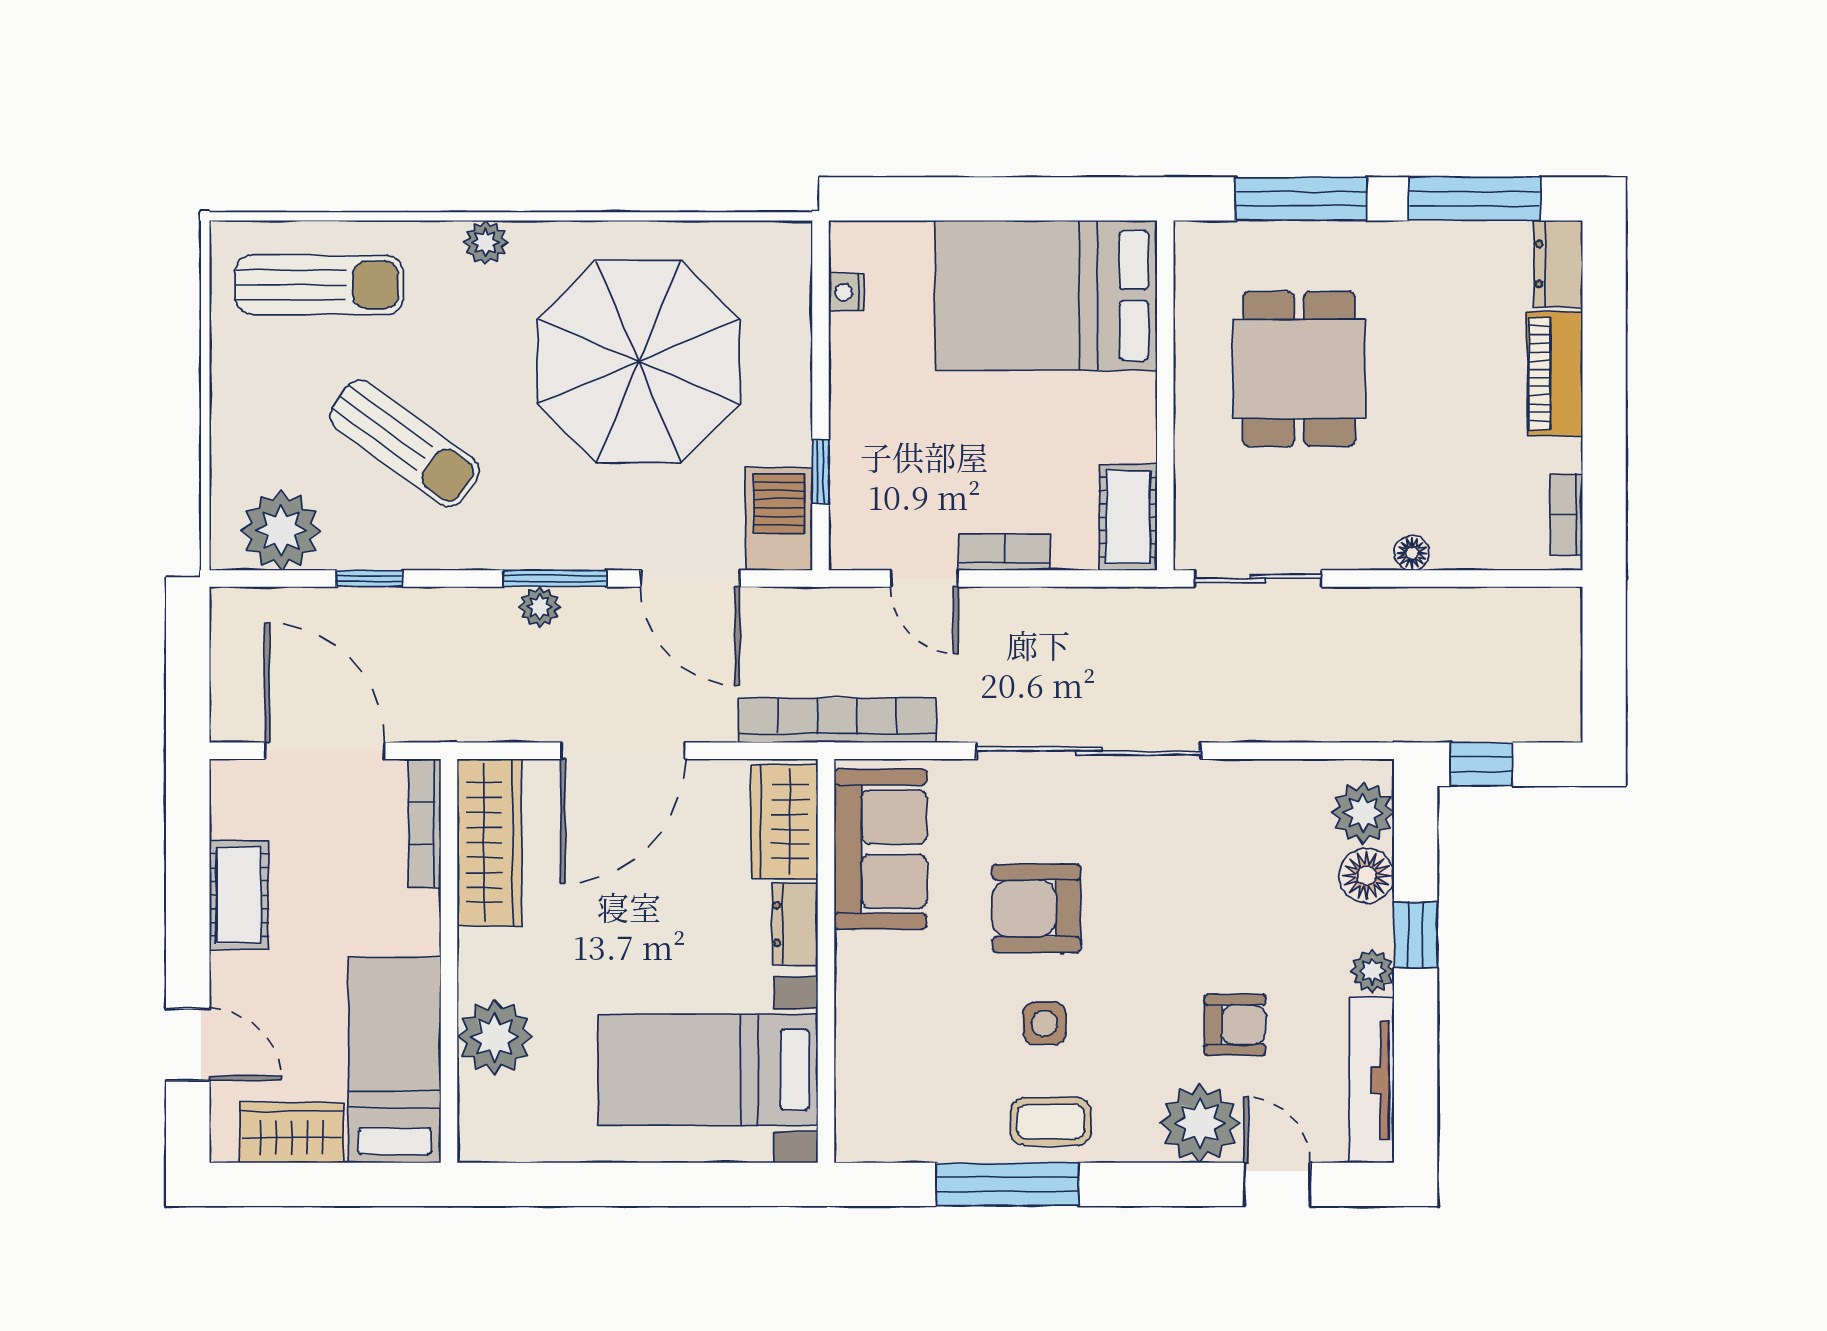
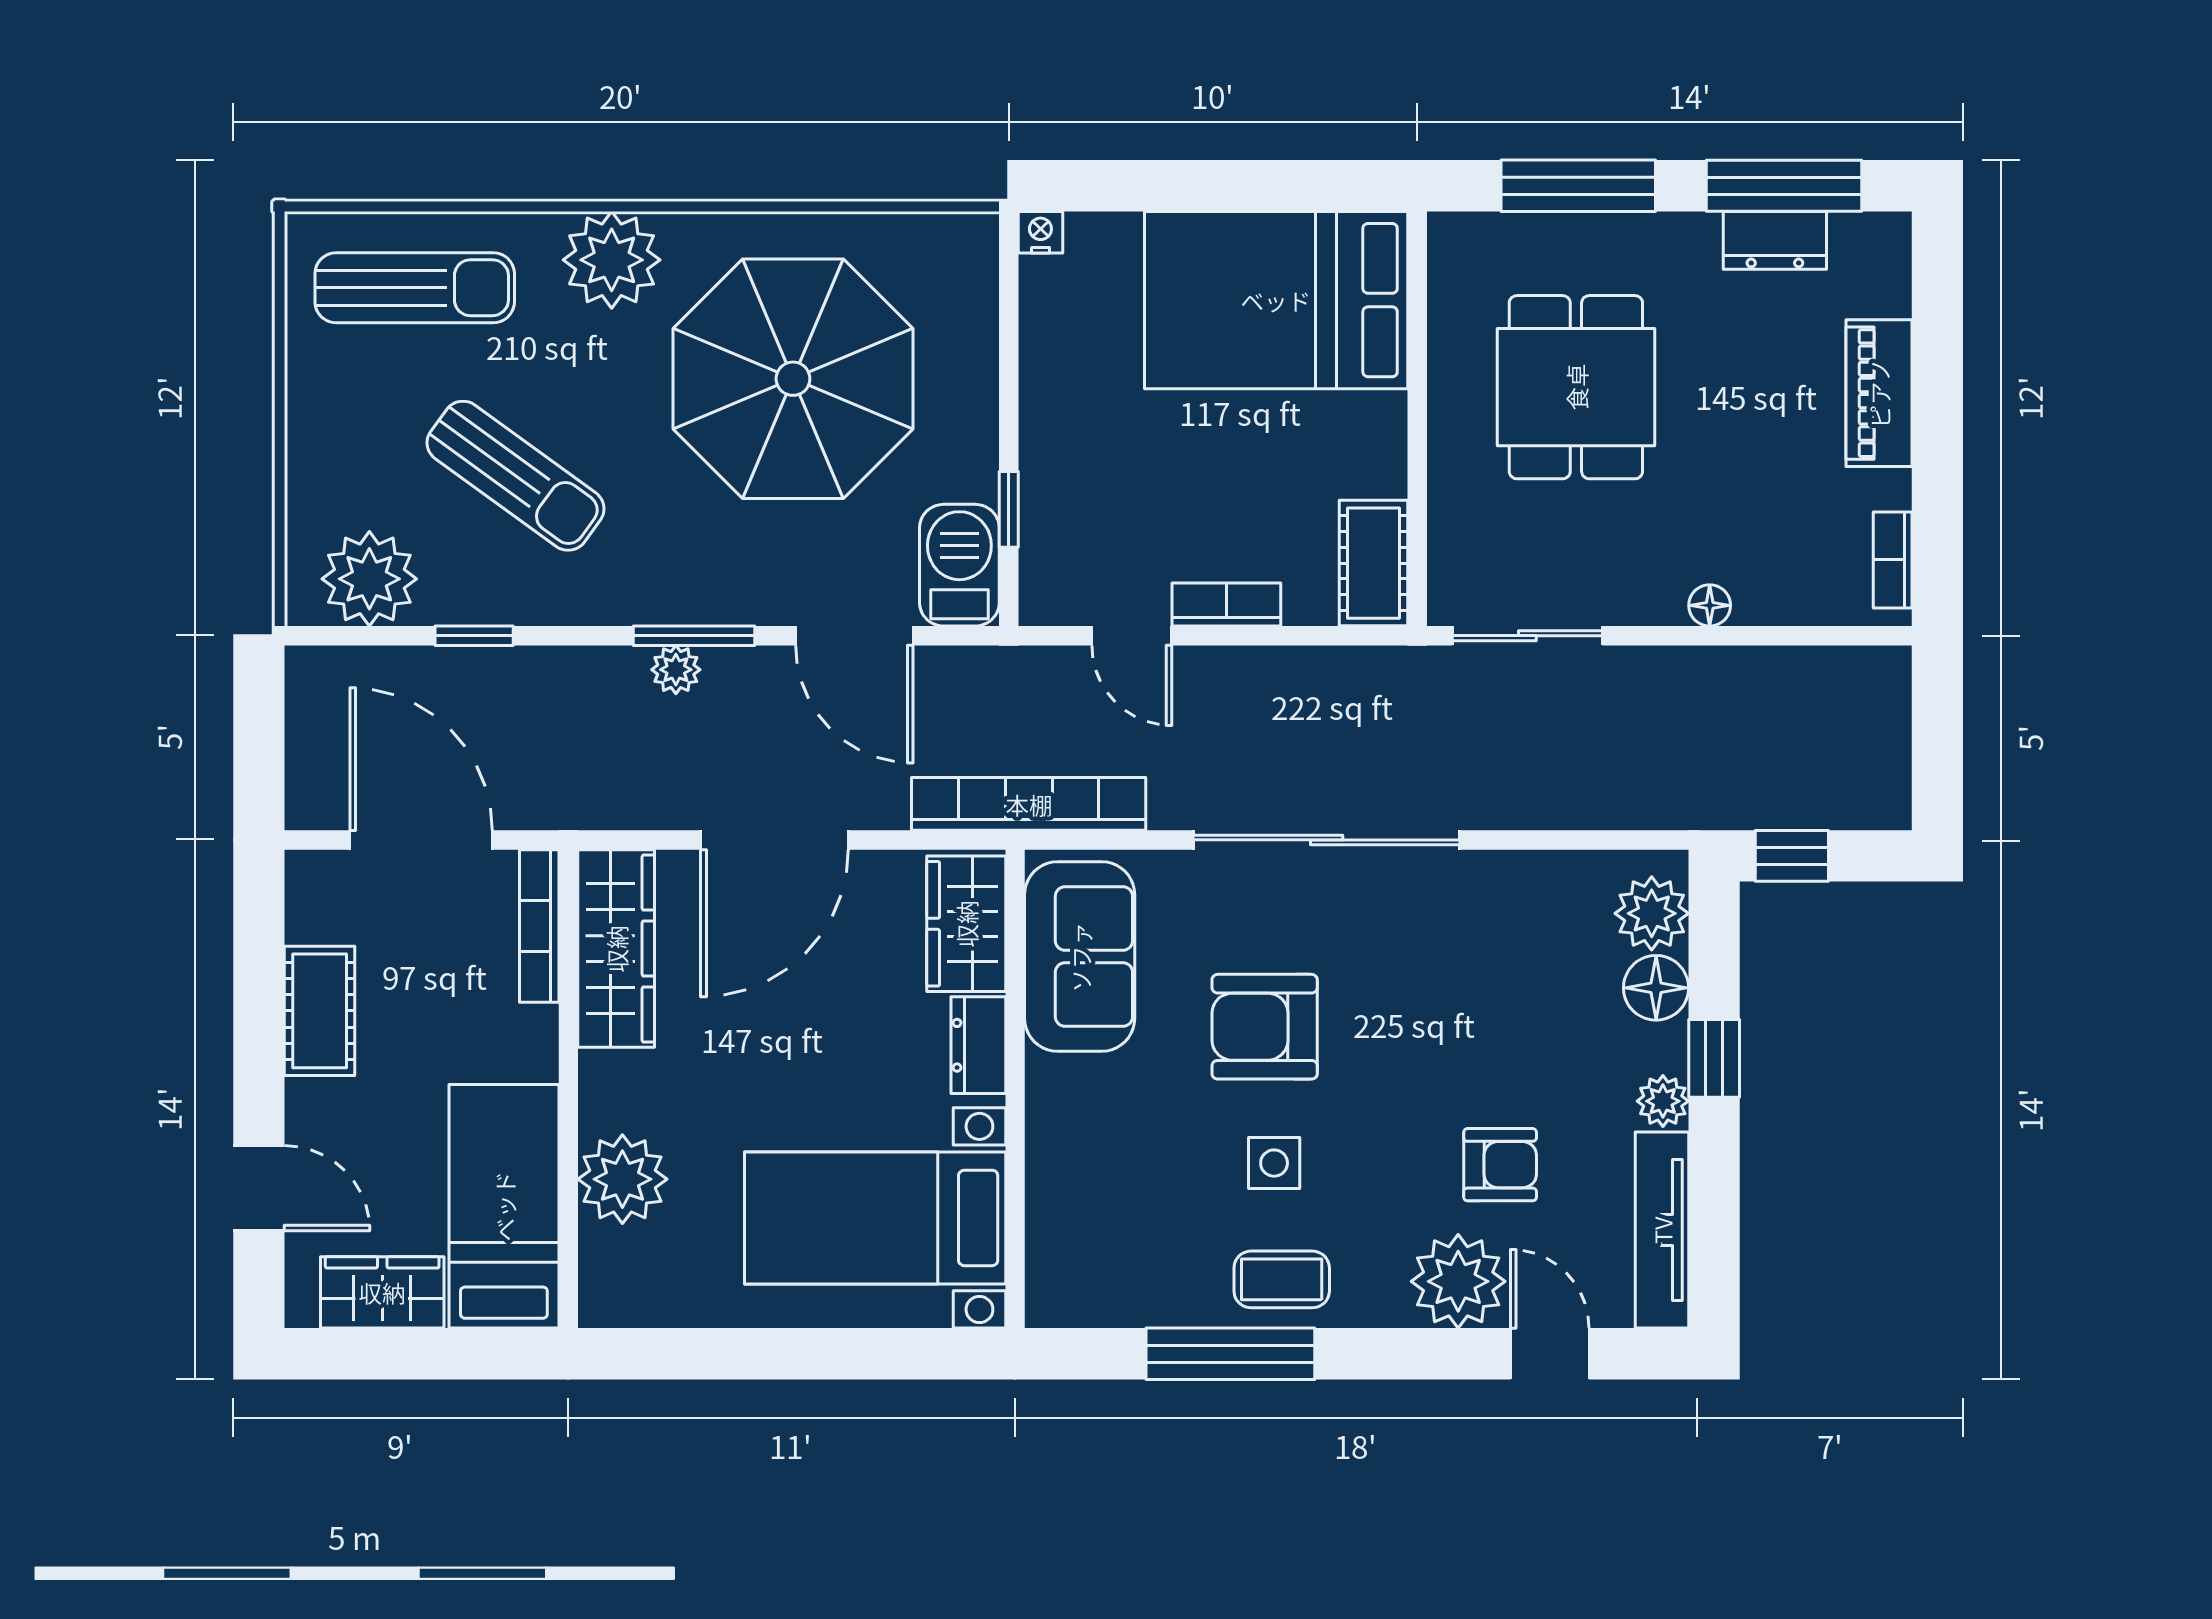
plant: (485, 242) -> (612, 260), width x1.87, depth x1.87
dresser: (1558, 264) -> (1775, 240), moved, turned -90
nightstand: (846, 292) -> (1040, 232), moved, turned 90

